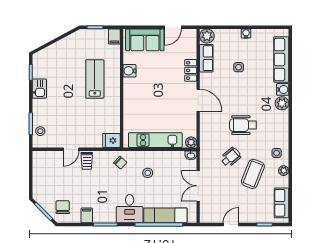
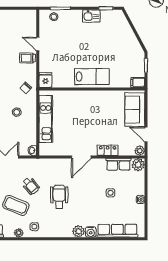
water cooler: (130, 71) -> (107, 96), removed
lab bench: (95, 79) -> (92, 76), moved
plant: (191, 142) -> (140, 151), moved

